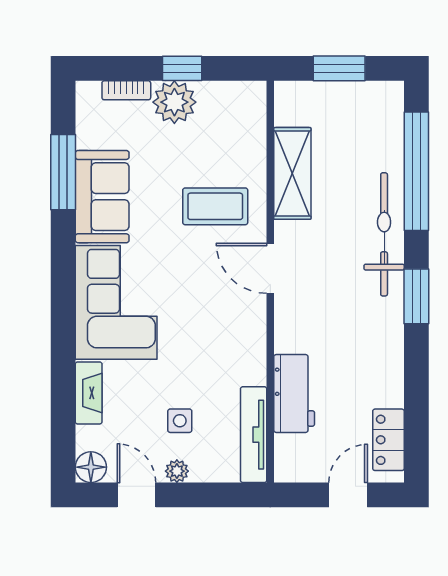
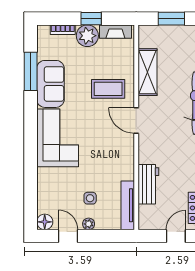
fireplace: (89, 393) -> (115, 32), moved, turned 90

